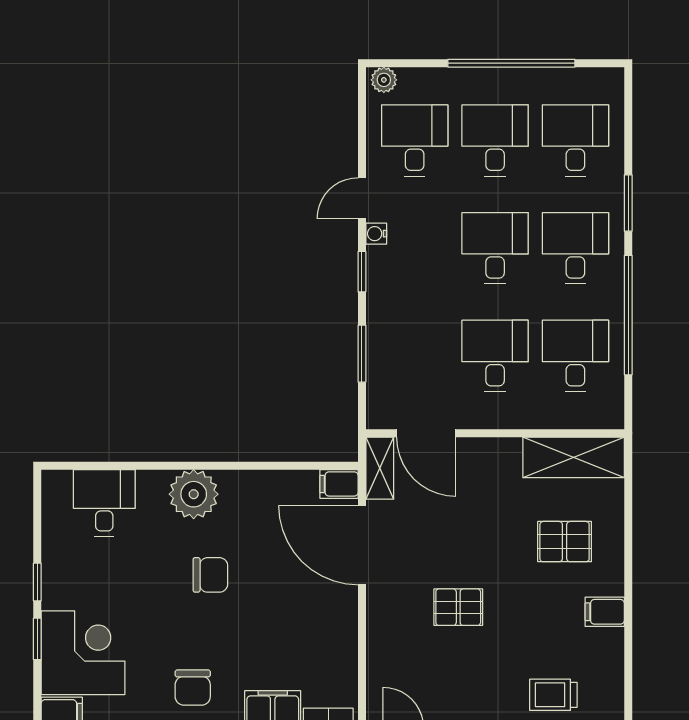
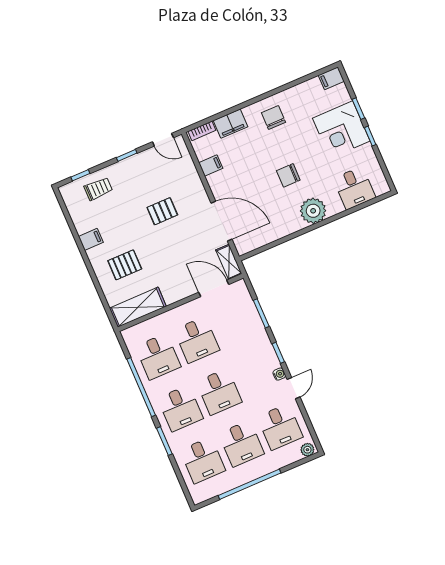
filing cabinet: (339, 484) -> (211, 166), moved
corner desk: (83, 653) -> (341, 130), moved

